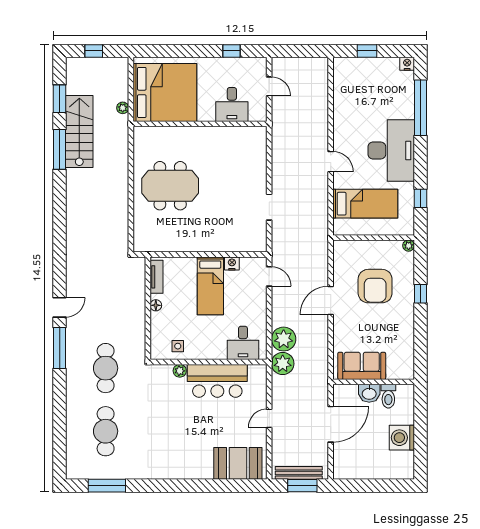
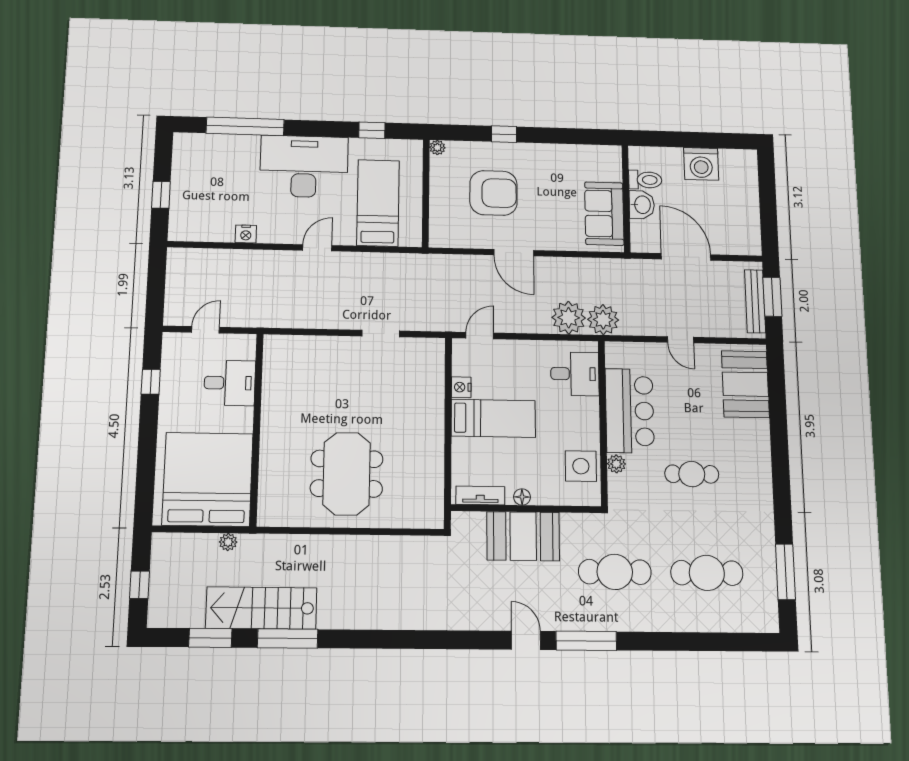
nightstand: (407, 64) -> (246, 234), moved, turned -90
booth: (129, 306) -> (523, 536), added
side table: (178, 346) -> (581, 466), width x1.87, depth x1.87
cafe table: (173, 423) -> (692, 474), added

